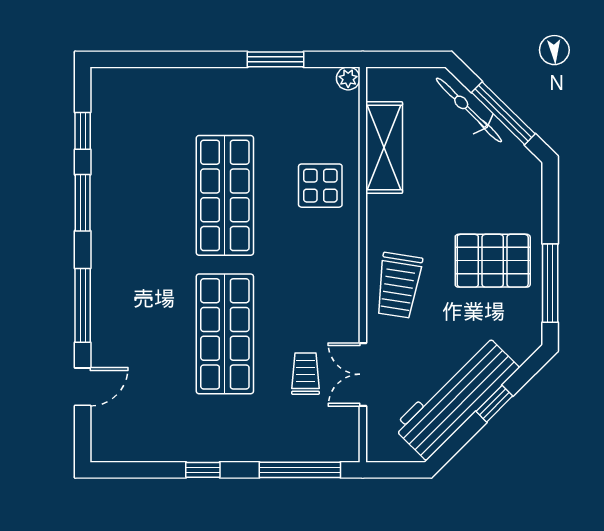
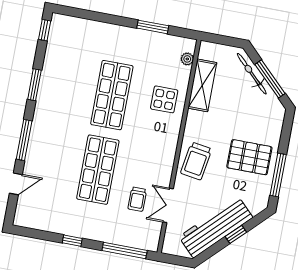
plant: (348, 78) -> (187, 59), moved
window: (83, 131) -> (45, 30), moved
trolley: (305, 374) -> (137, 199), turned 180

